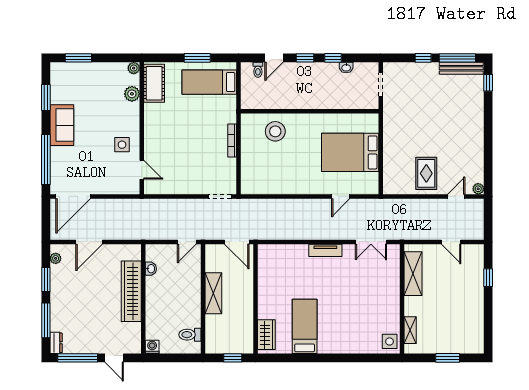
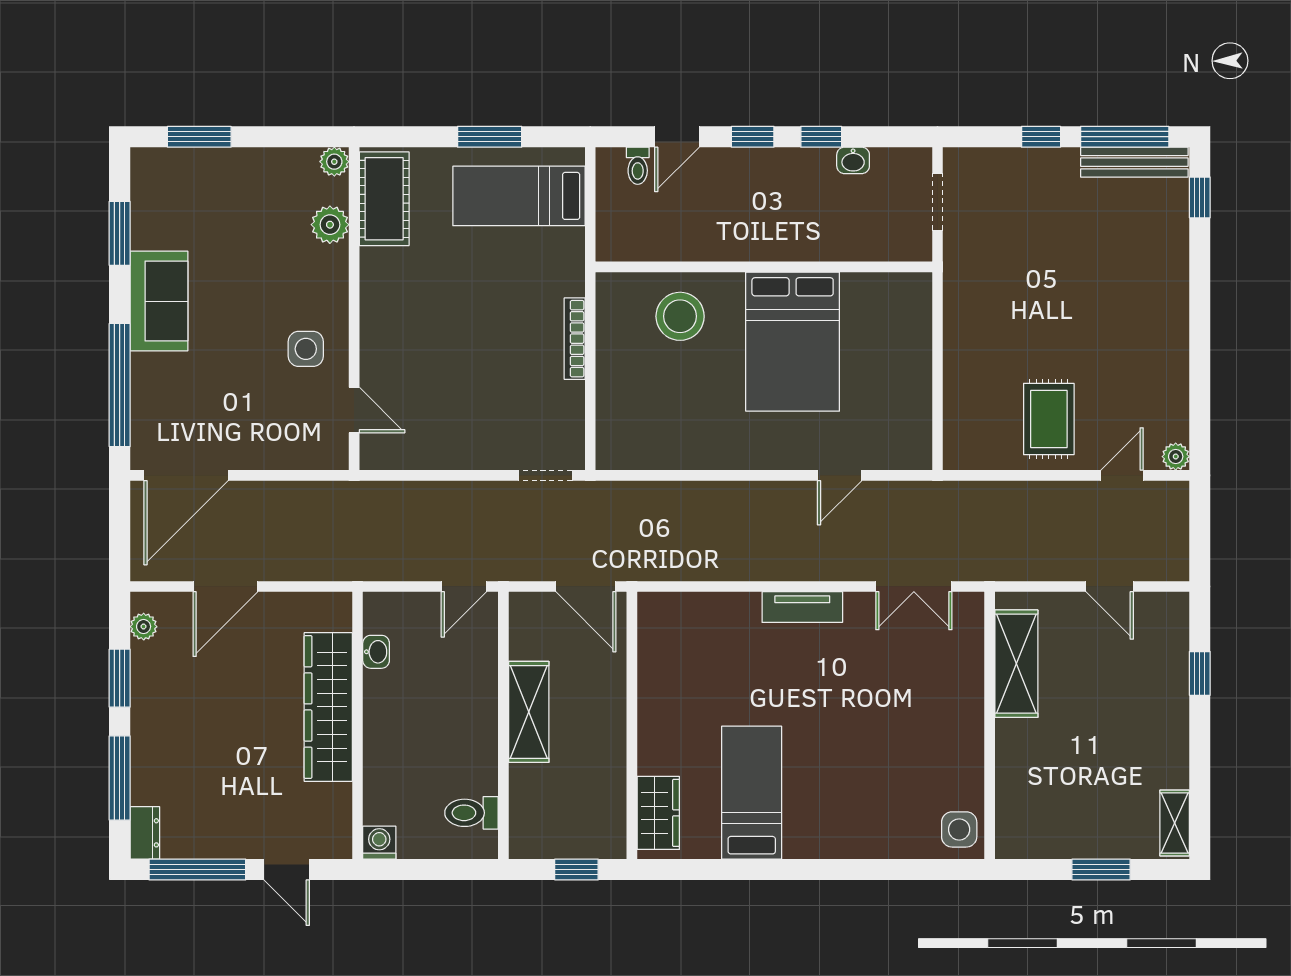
bed: (350, 152) -> (793, 342), moved, turned -90
shelving: (410, 330) -> (1175, 823), moved

